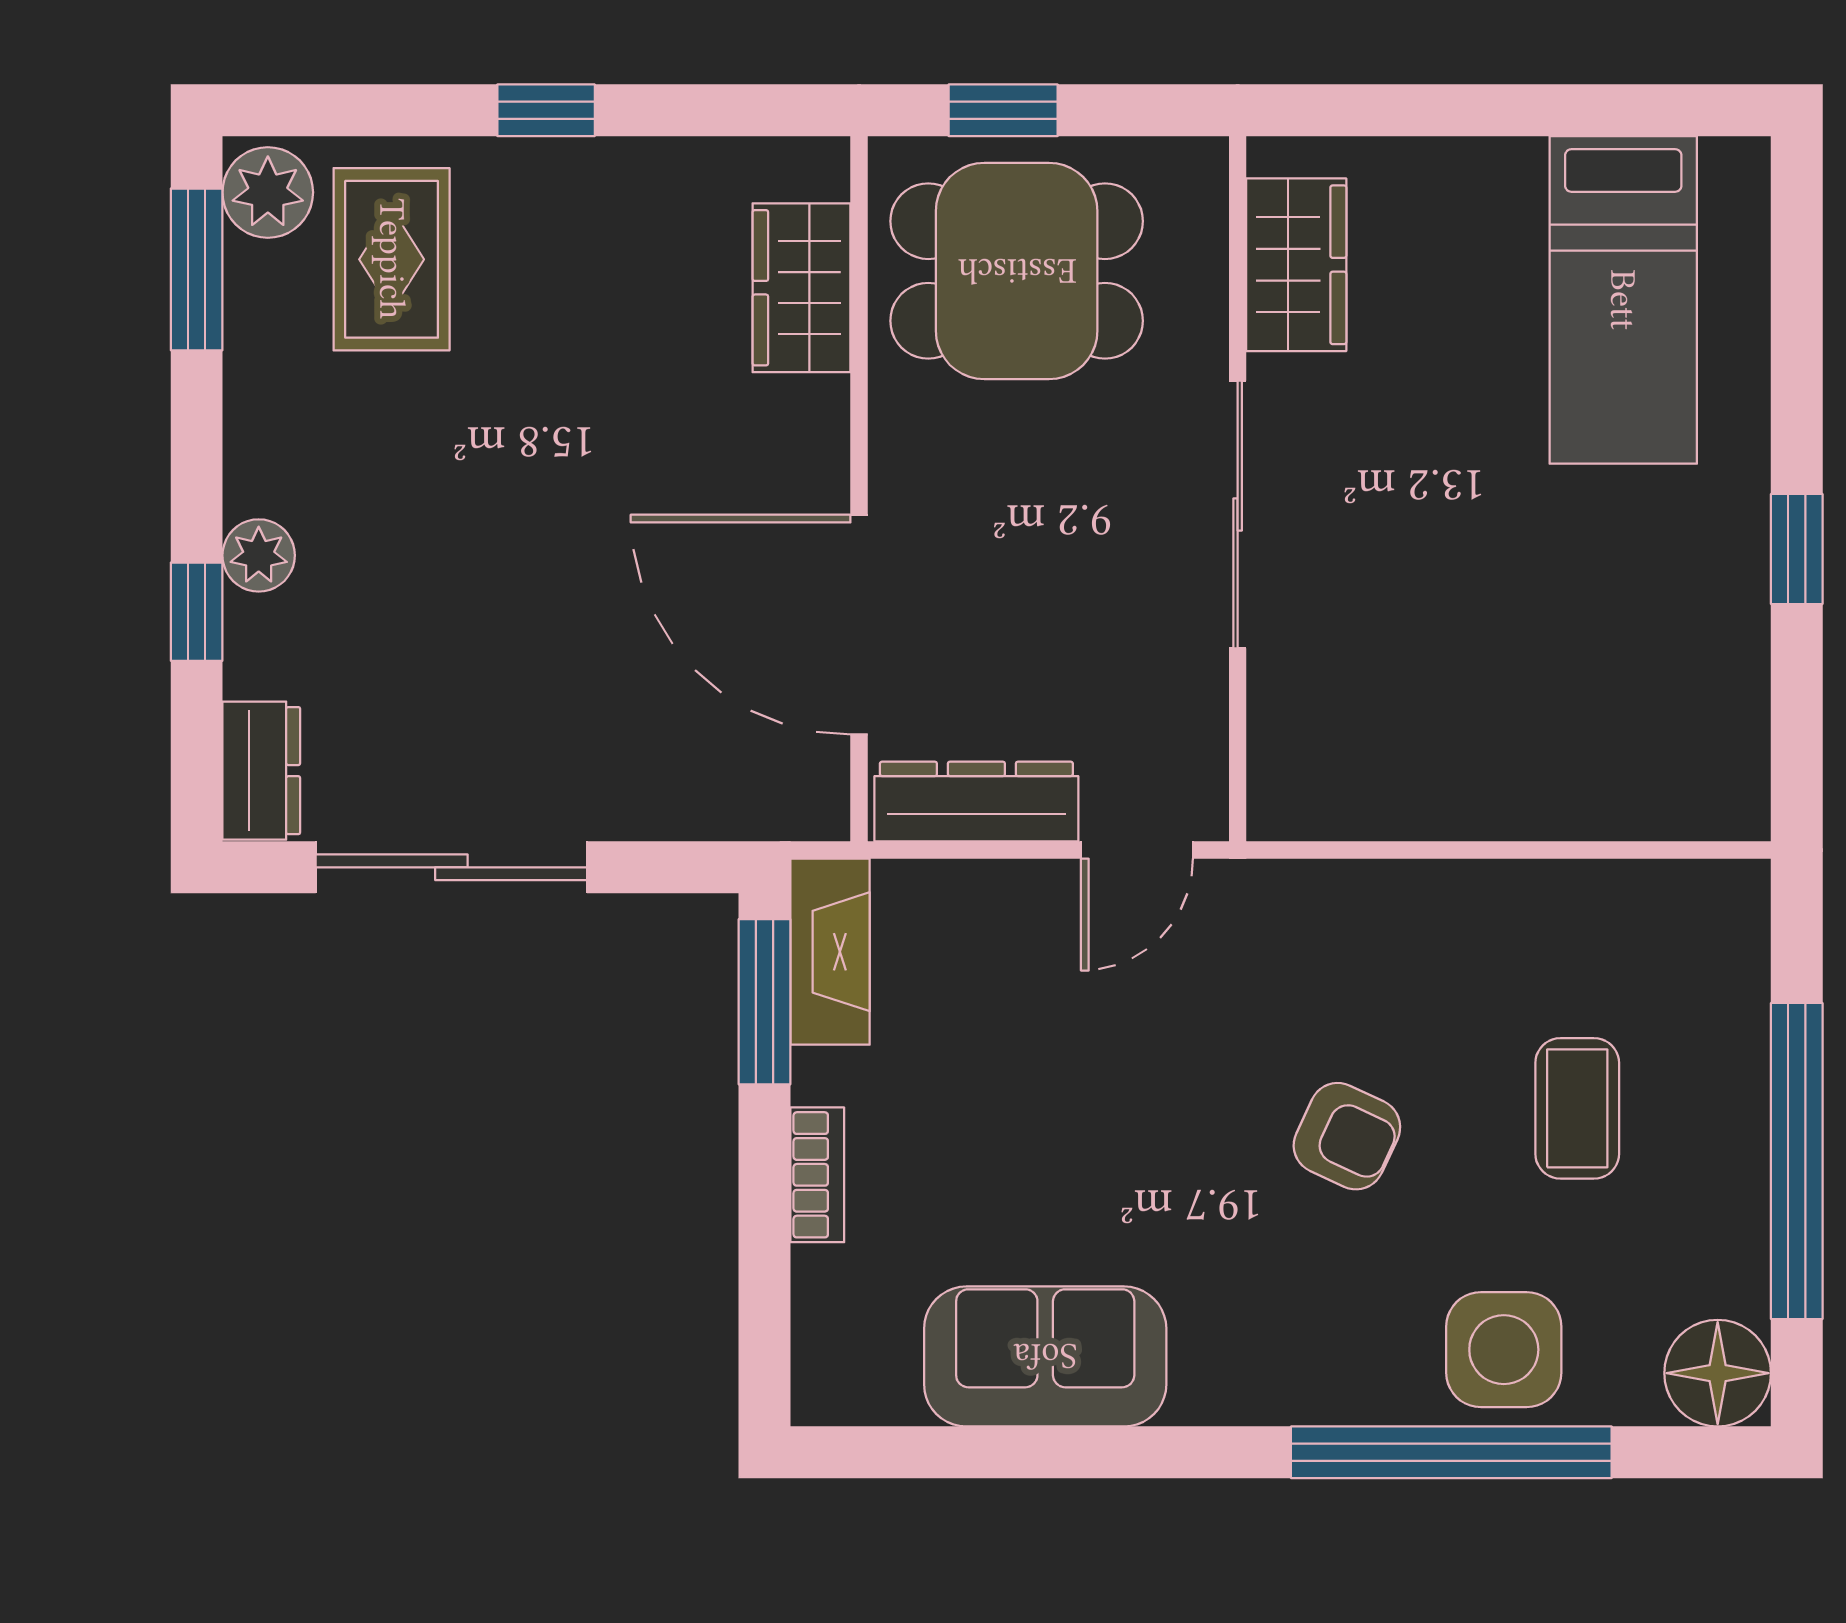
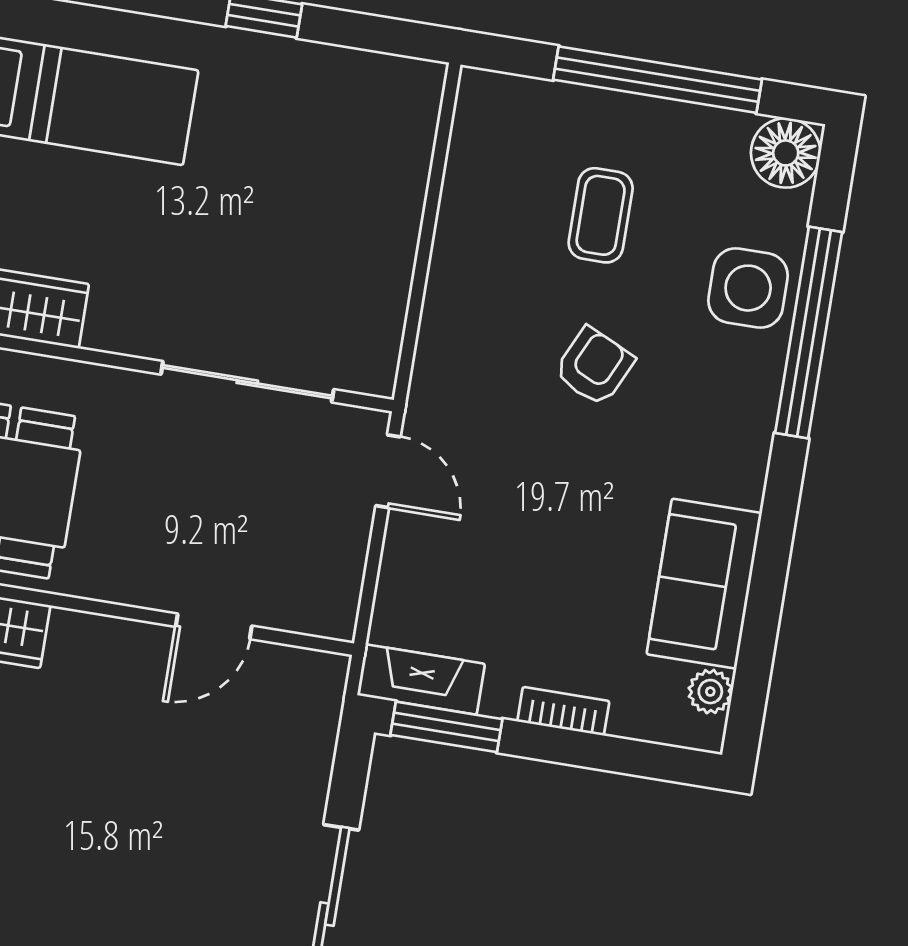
sliding door: (1238, 514) -> (247, 382), moved
door: (859, 625) -> (214, 626), width x0.53
dresser: (976, 802) -> (340, 570), removed
coffee table: (1577, 1108) -> (601, 215), turned 90
plant: (883, 1393) -> (710, 692), added

